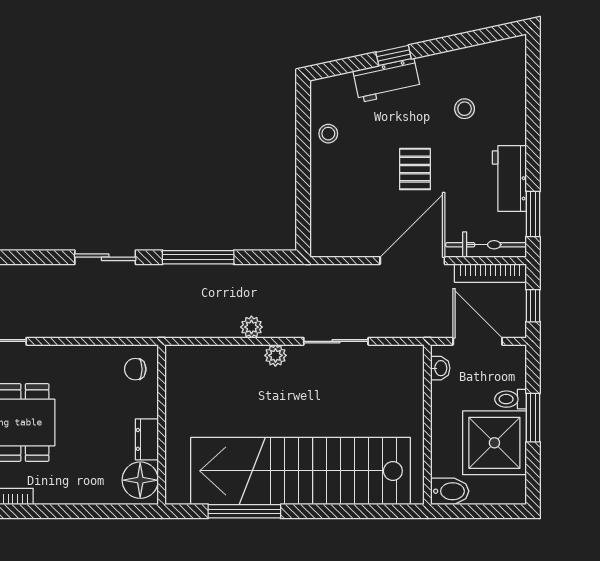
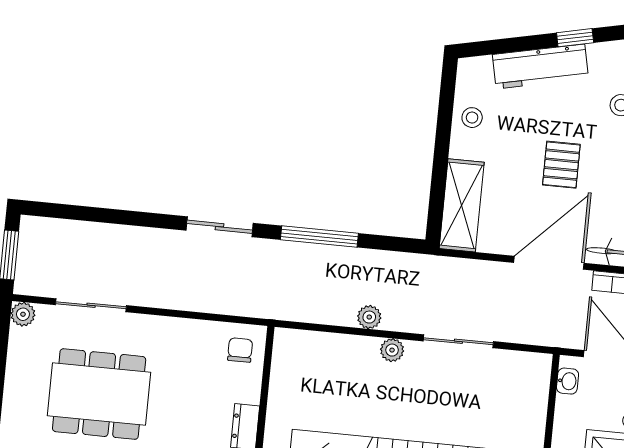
window: (394, 55) -> (575, 38), moved
workbench: (387, 80) -> (540, 67), width x1.37
shelving: (327, 216) -> (462, 205), added
chair: (135, 369) -> (240, 350), turned 90

